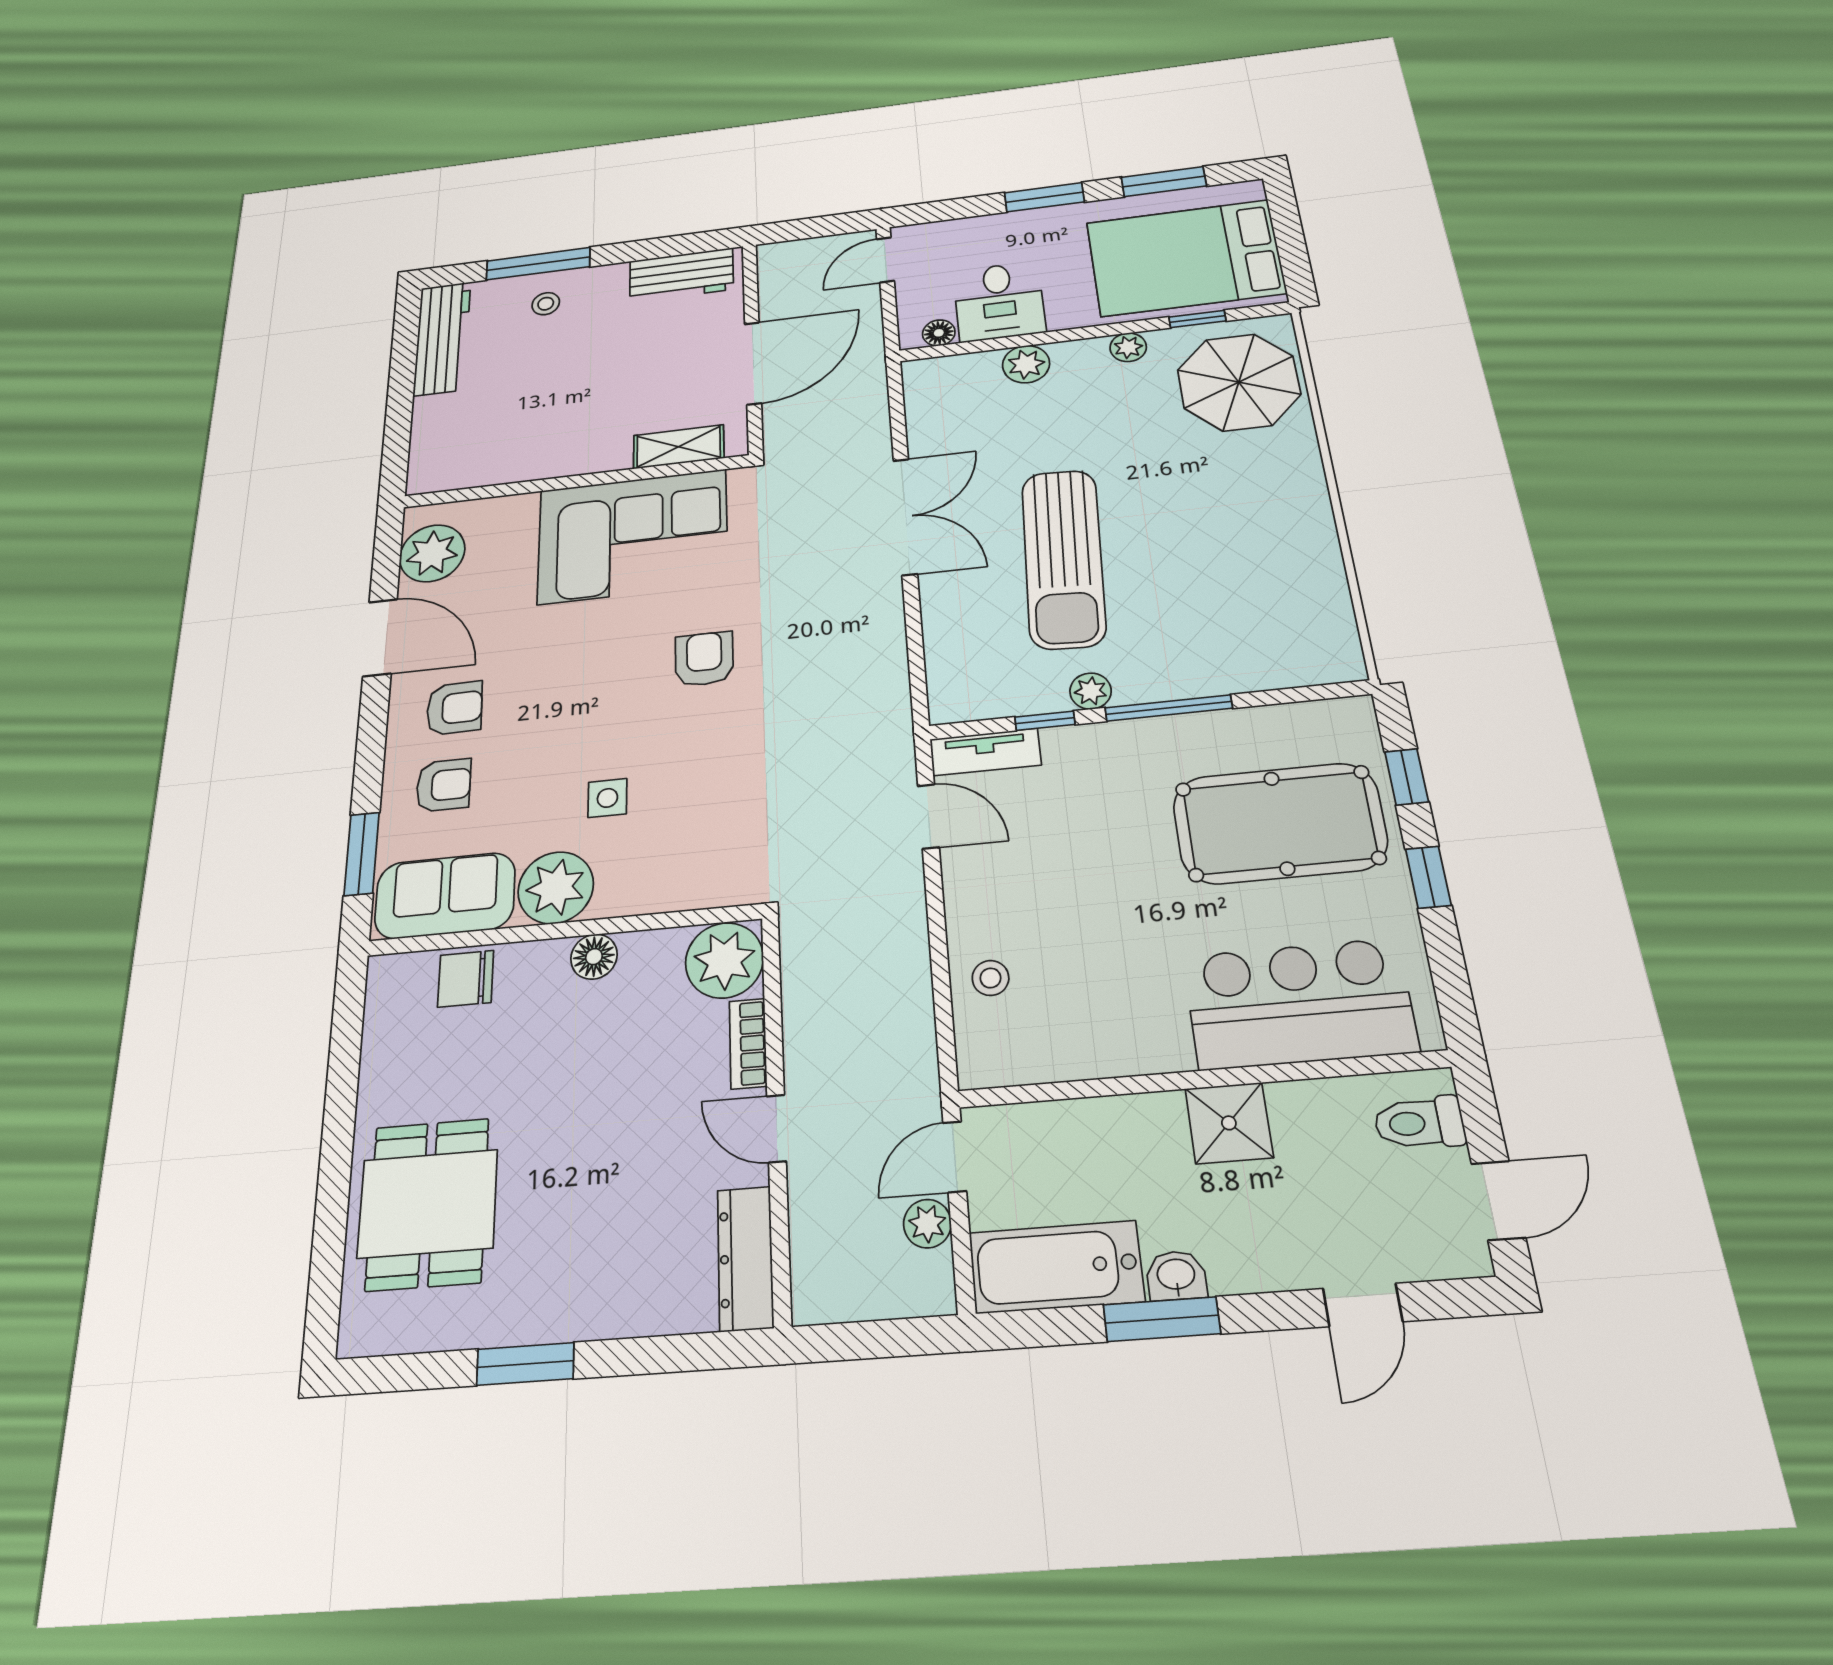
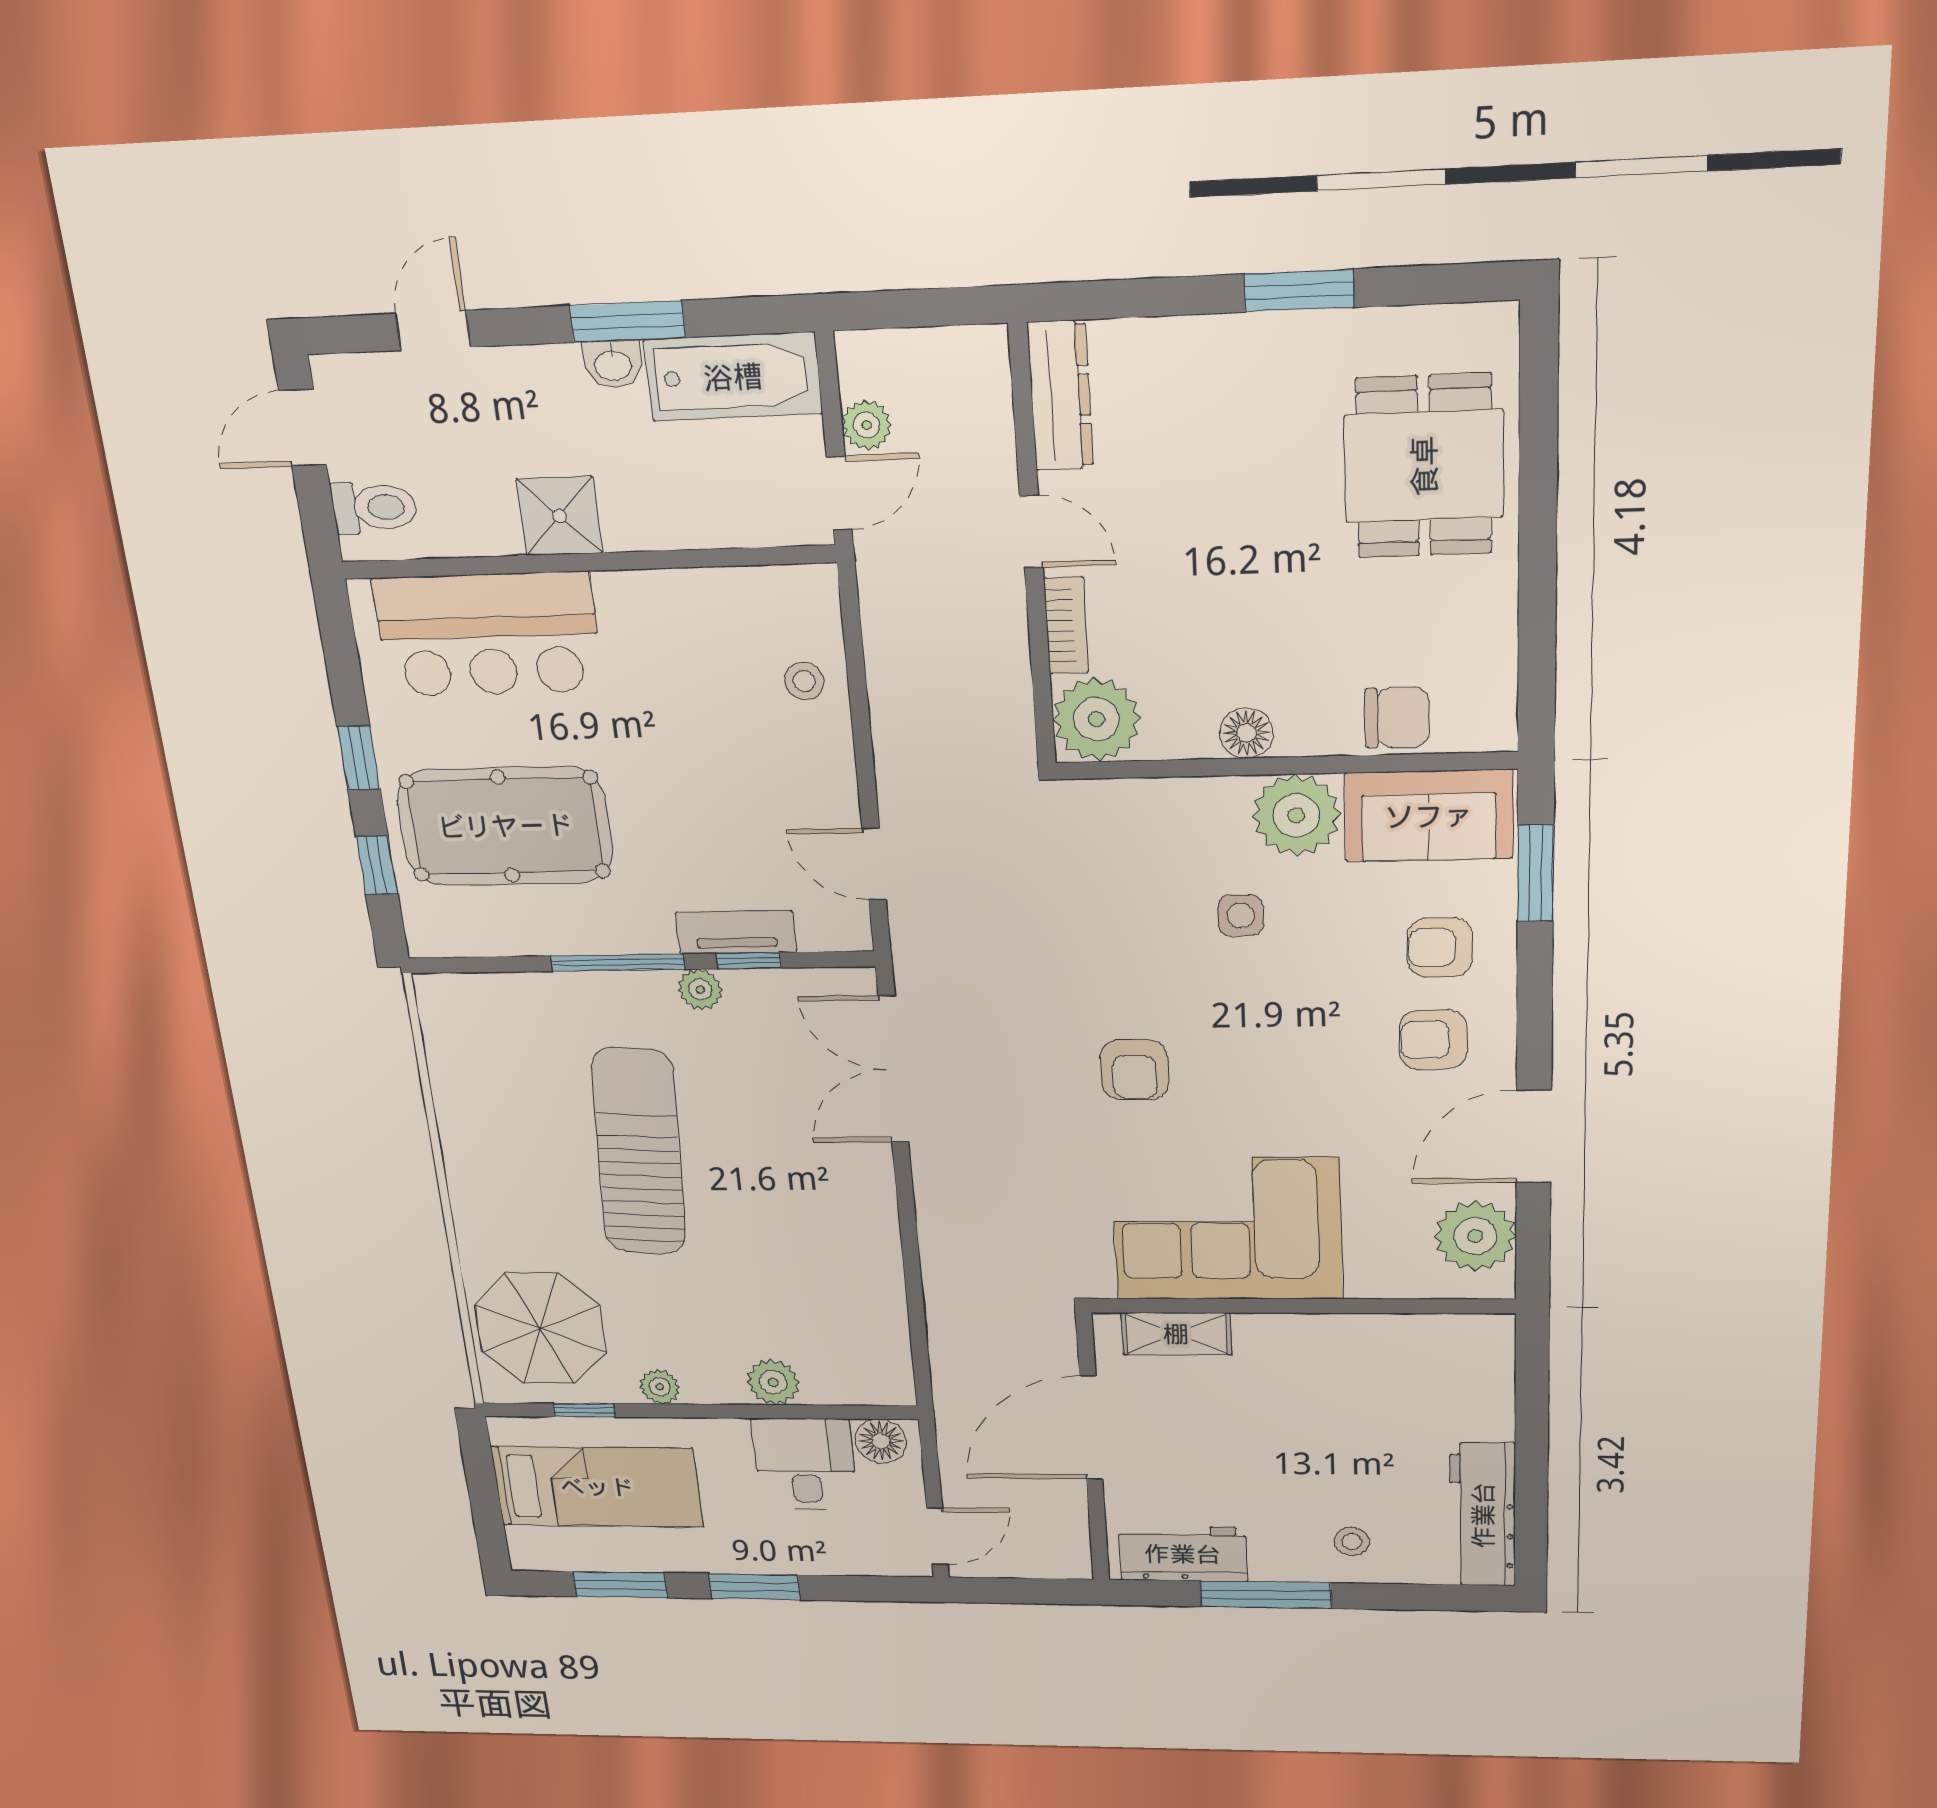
bed: (1185, 258) -> (597, 1487), width x0.67
window: (538, 264) -> (1266, 1595), moved
floor lamp: (939, 333) -> (881, 1441), width x1.37, depth x1.37
double door: (905, 517) -> (893, 1069), moved
sun lounger: (1063, 558) -> (639, 1152), moved
door: (380, 638) -> (1534, 1137), hinge flipped
tv unit: (985, 752) -> (736, 932), moved

